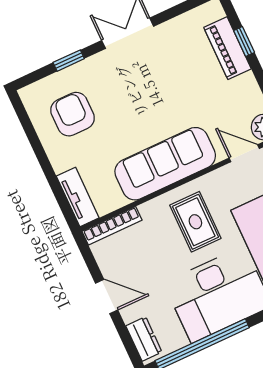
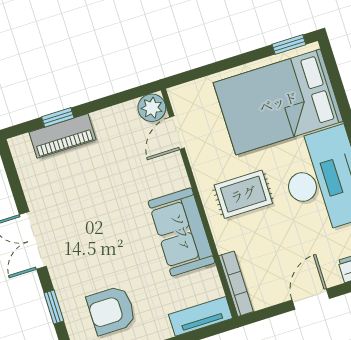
sofa: (165, 164) -> (182, 232), width x0.73

